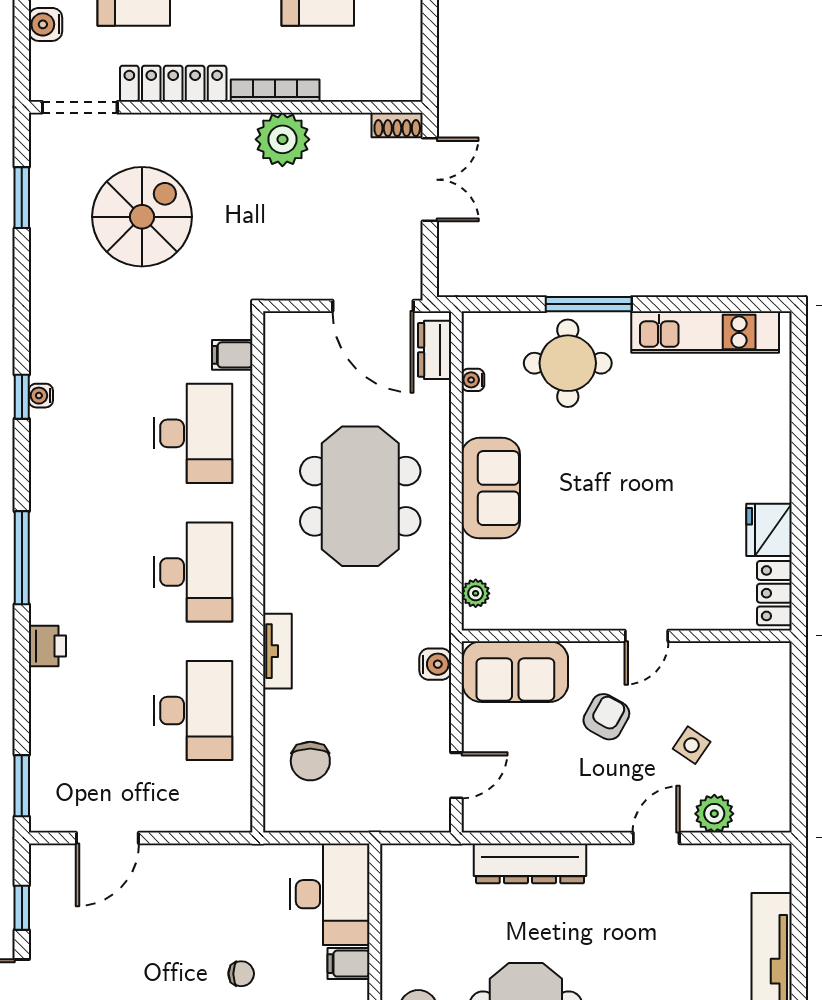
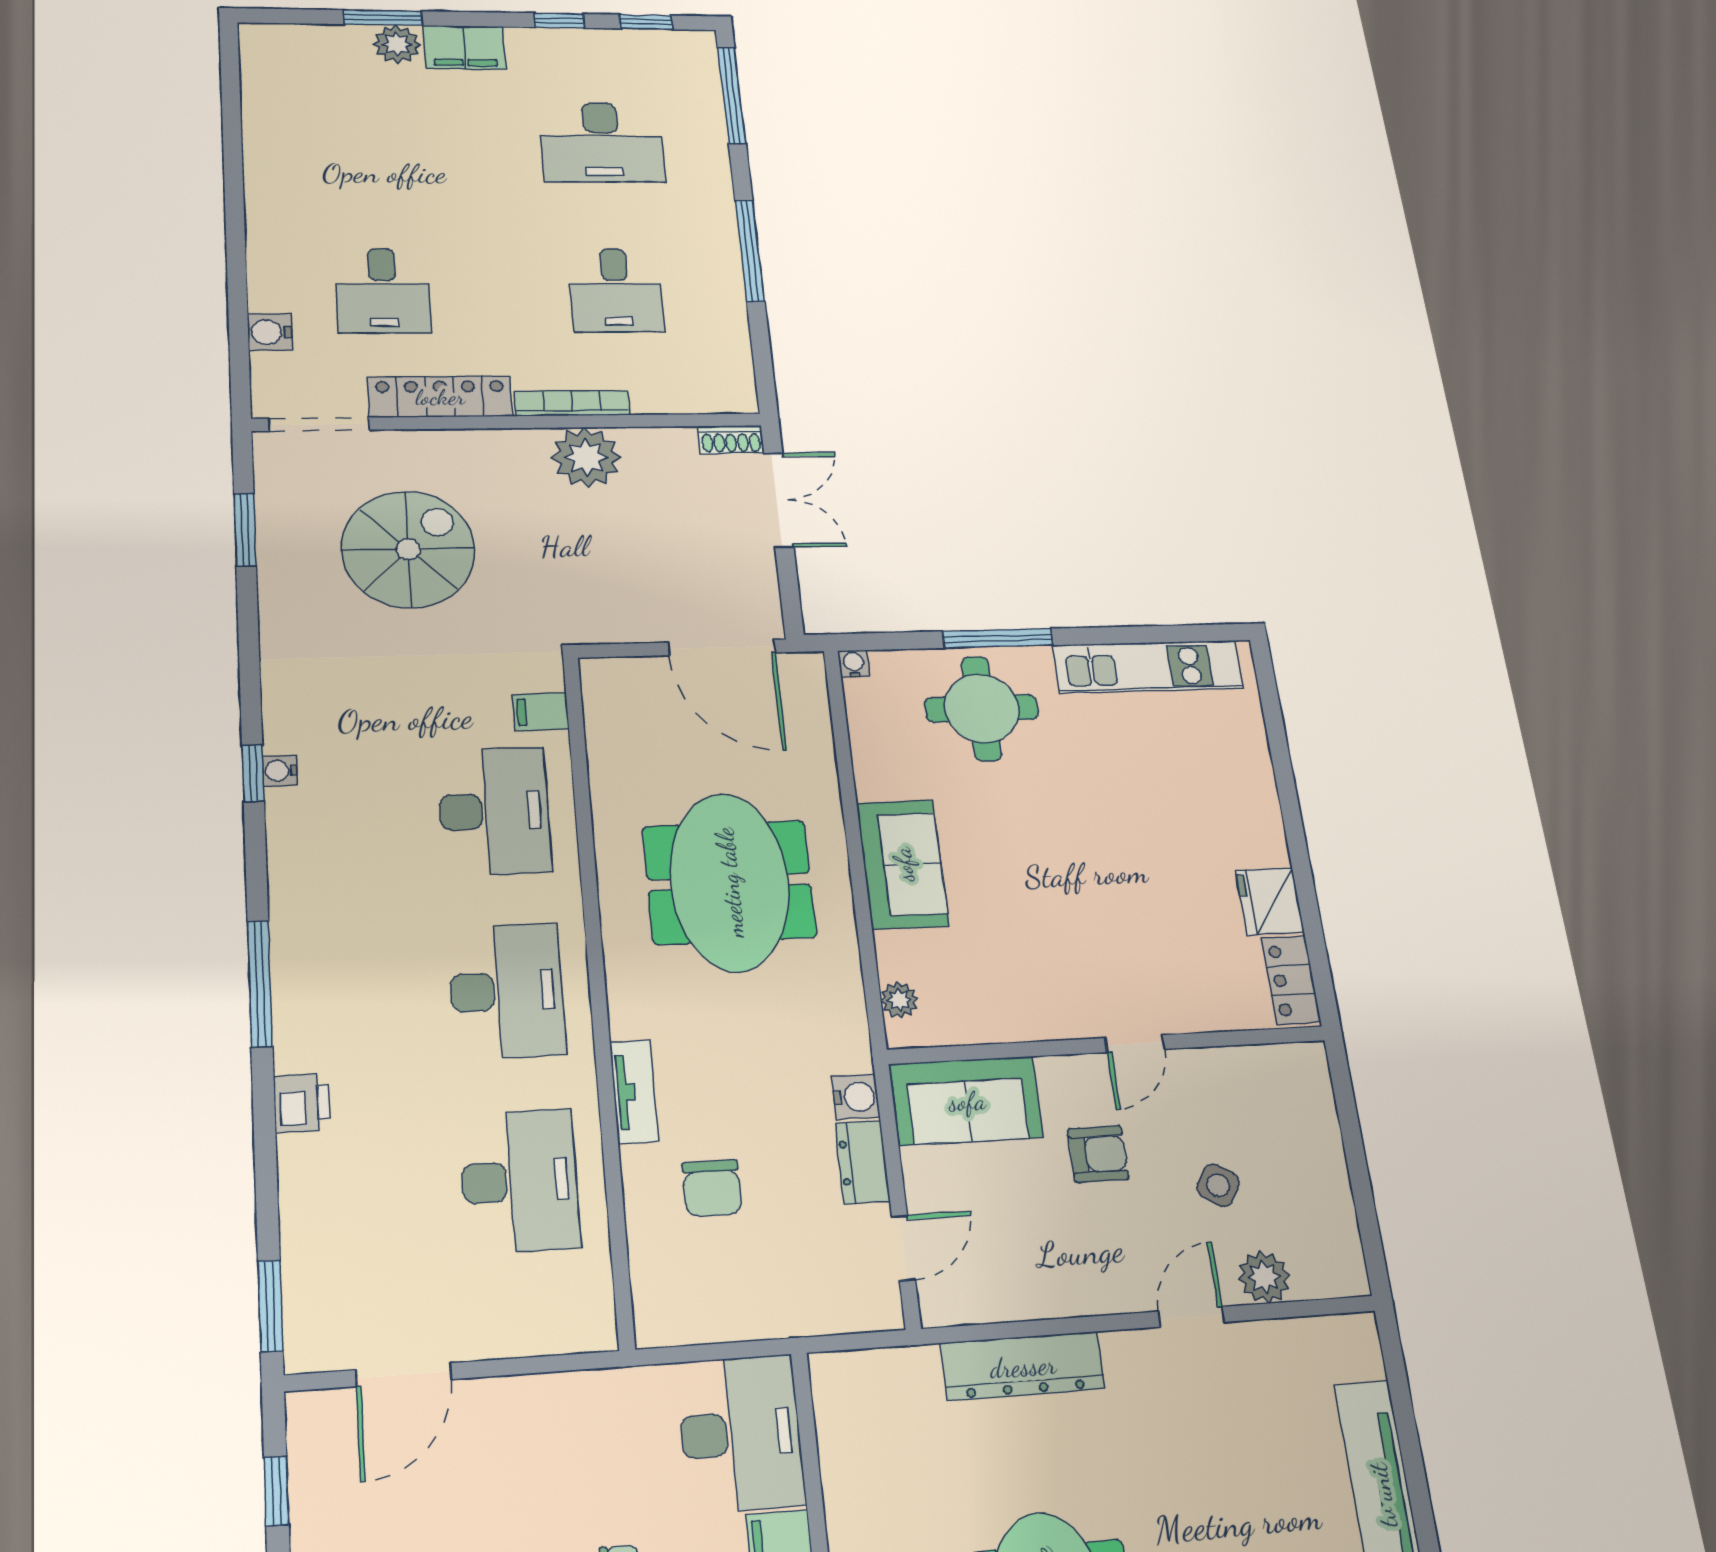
dresser: (435, 350) -> (863, 1162), moved
water cooler: (473, 380) -> (854, 664), moved, turned 90
armchair: (606, 717) -> (1098, 1154), turned 61
chair: (310, 761) -> (712, 1188), moved

